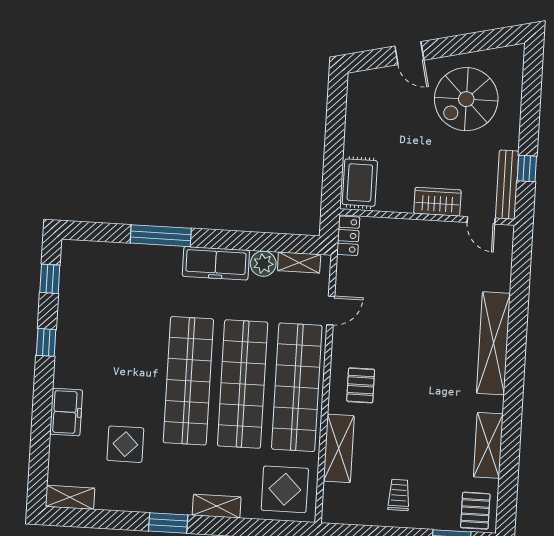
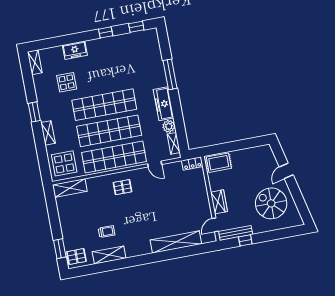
shelving: (493, 343) -> (176, 242), moved
shelving: (339, 448) -> (70, 188), moved
trolley: (399, 495) -> (107, 232), moved

